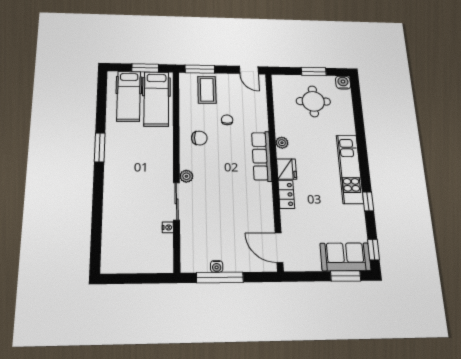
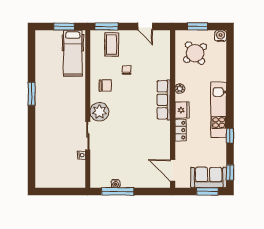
hospital bed: (129, 96) -> (52, 51), removed
round table: (313, 101) -> (195, 53), turned -38
plant: (282, 143) -> (180, 89), moved
row of seats: (262, 156) -> (164, 100), moved
wall: (274, 168) -> (173, 109), moved
fridge: (287, 169) -> (182, 110), moved
plant: (186, 176) -> (99, 112), width x1.87, depth x1.87
locker: (286, 194) -> (181, 130), moved
door: (279, 248) -> (173, 170), moved

